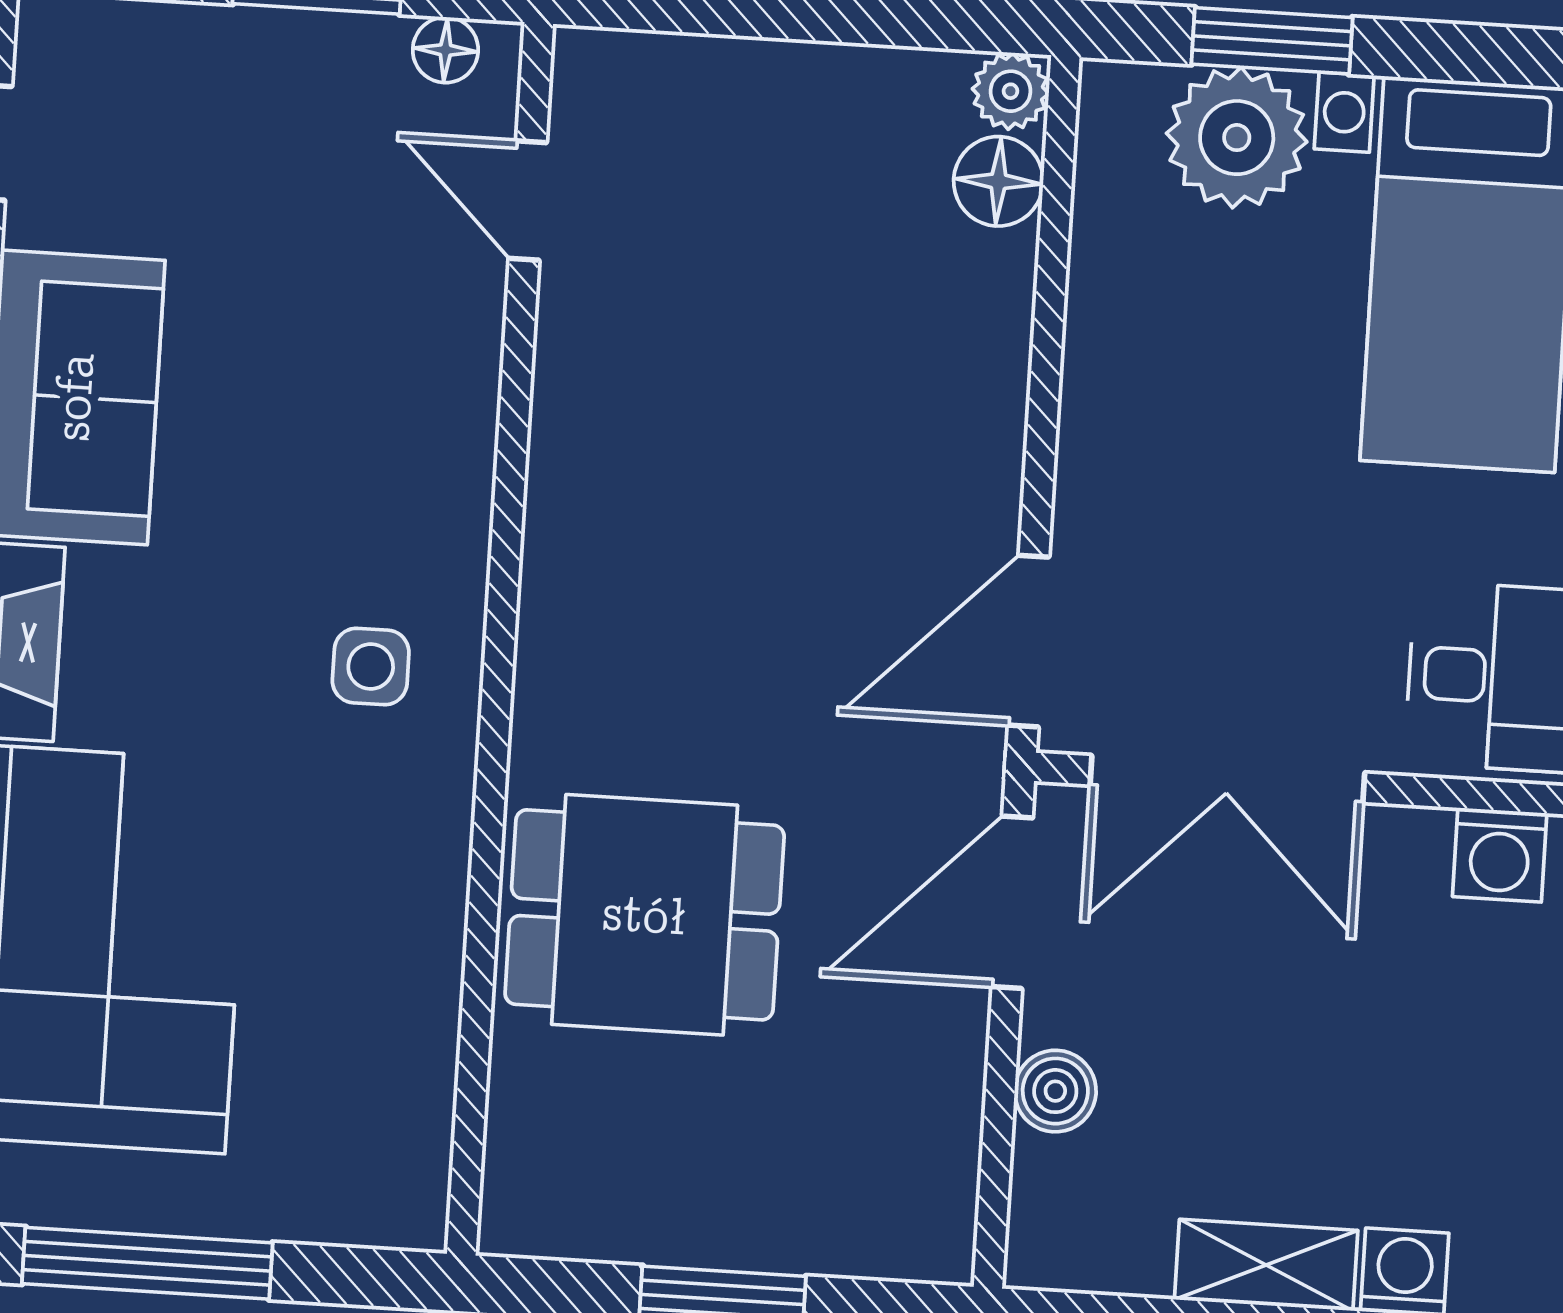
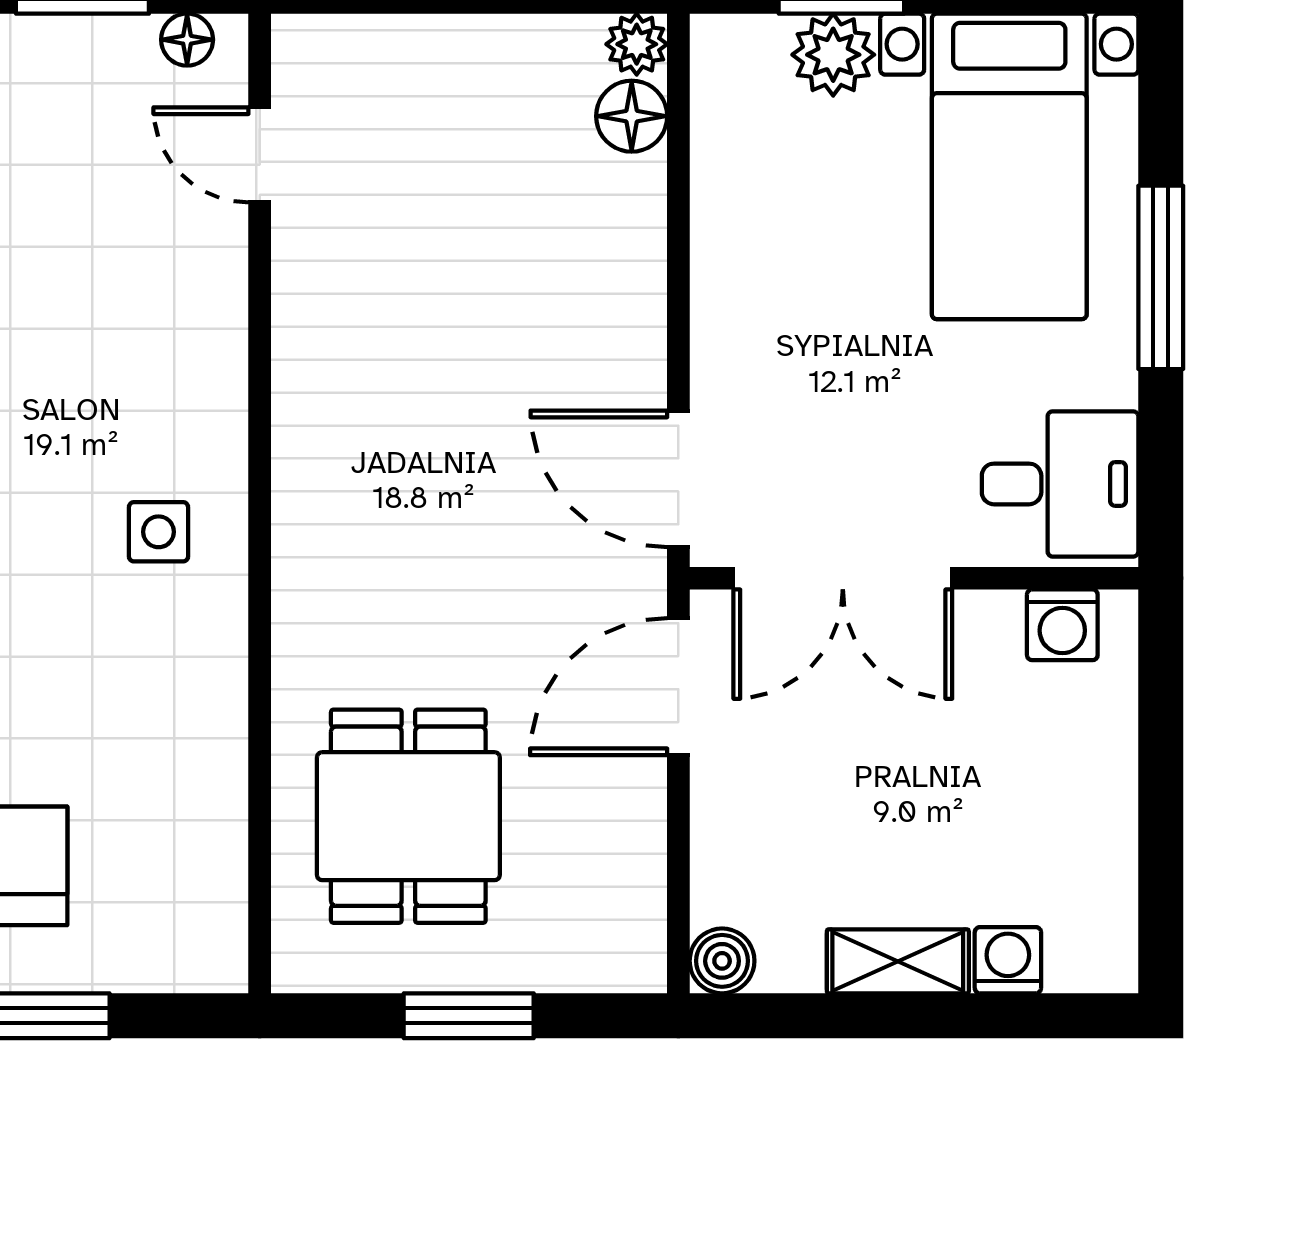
plant: (1237, 138) -> (833, 55), width x0.73, depth x0.73
door: (1029, 641) -> (678, 479), hinge flipped
dining table: (645, 915) -> (408, 816), moved, turned 90
boiler: (1055, 1091) -> (722, 961), moved

